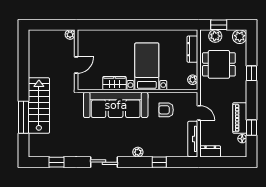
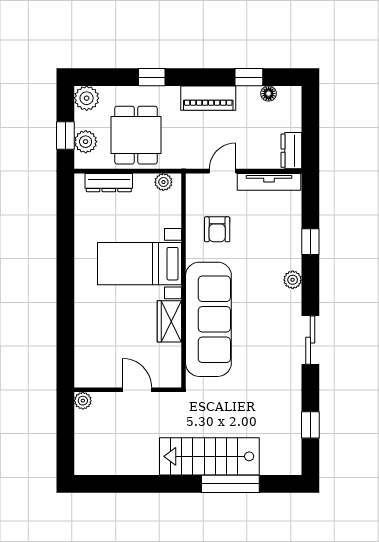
piano: (240, 118) -> (208, 98), moved

